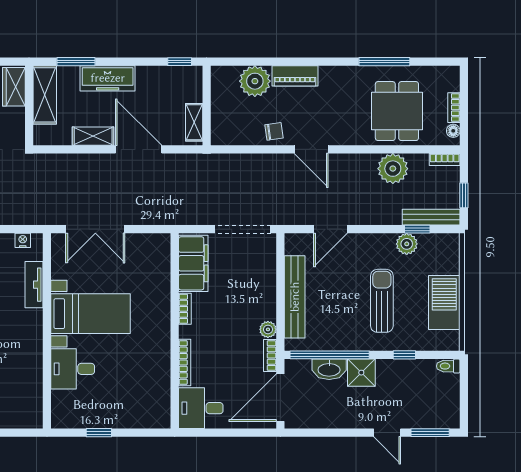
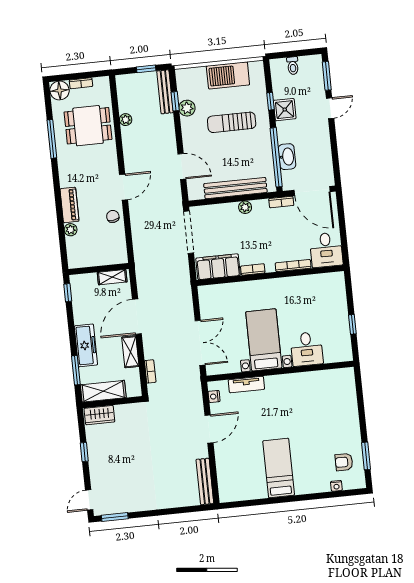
plant: (255, 81) -> (71, 230), width x0.53, depth x0.53
floor lamp: (453, 131) -> (60, 90), moved, width x1.89, depth x1.89
bookcase: (445, 160) -> (150, 371), moved
plant: (393, 169) -> (126, 120), width x0.53, depth x0.53
plant: (268, 329) -> (245, 207), moved
toilet: (448, 366) -> (293, 66), moved
shower: (361, 373) -> (285, 110), moved

